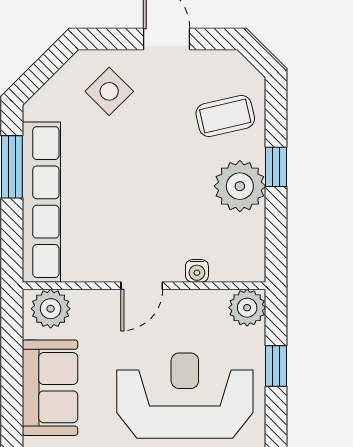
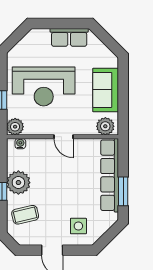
side table: (109, 91) -> (78, 226), turned 45
water cooler: (197, 271) -> (20, 144), moved
door: (142, 286) -> (63, 137), swing flipped

